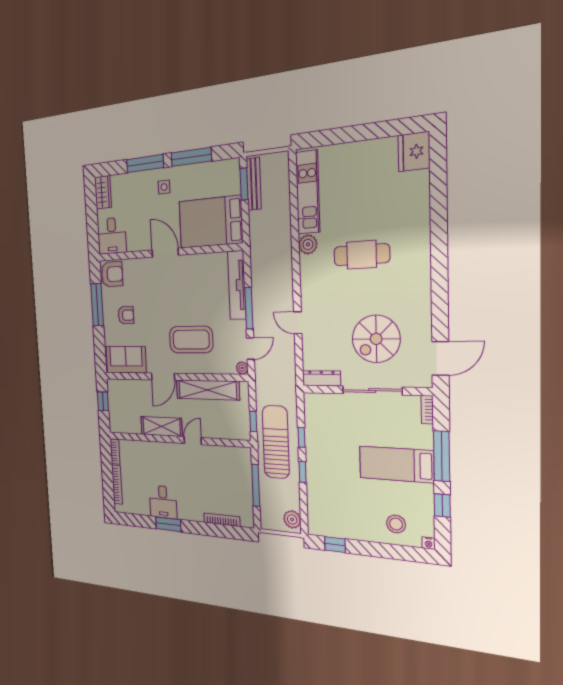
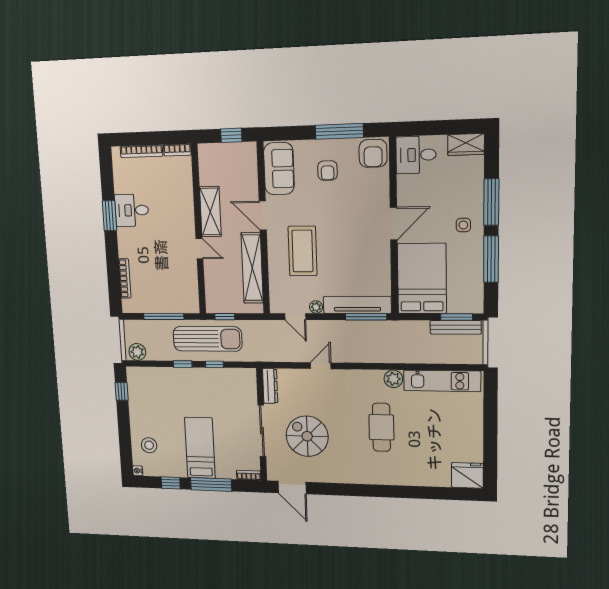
window: (249, 308) -> (366, 317), moved
plant: (242, 368) -> (316, 307), moved

